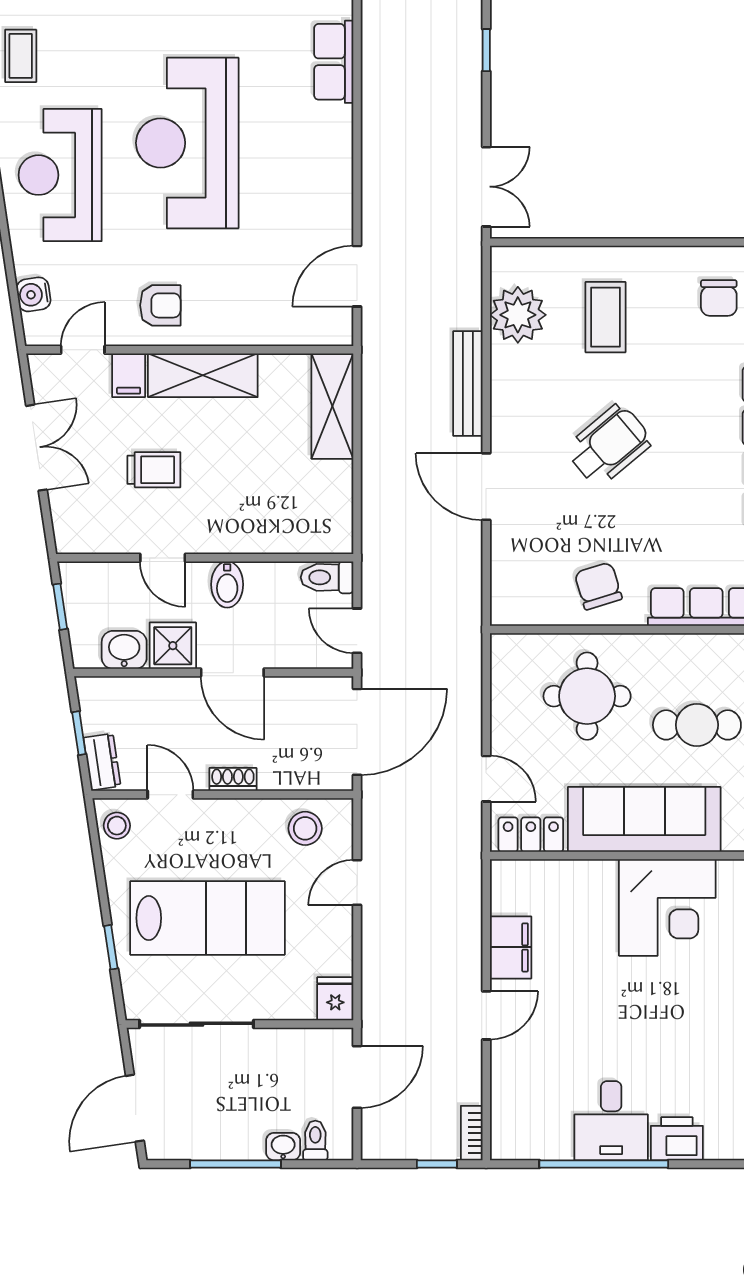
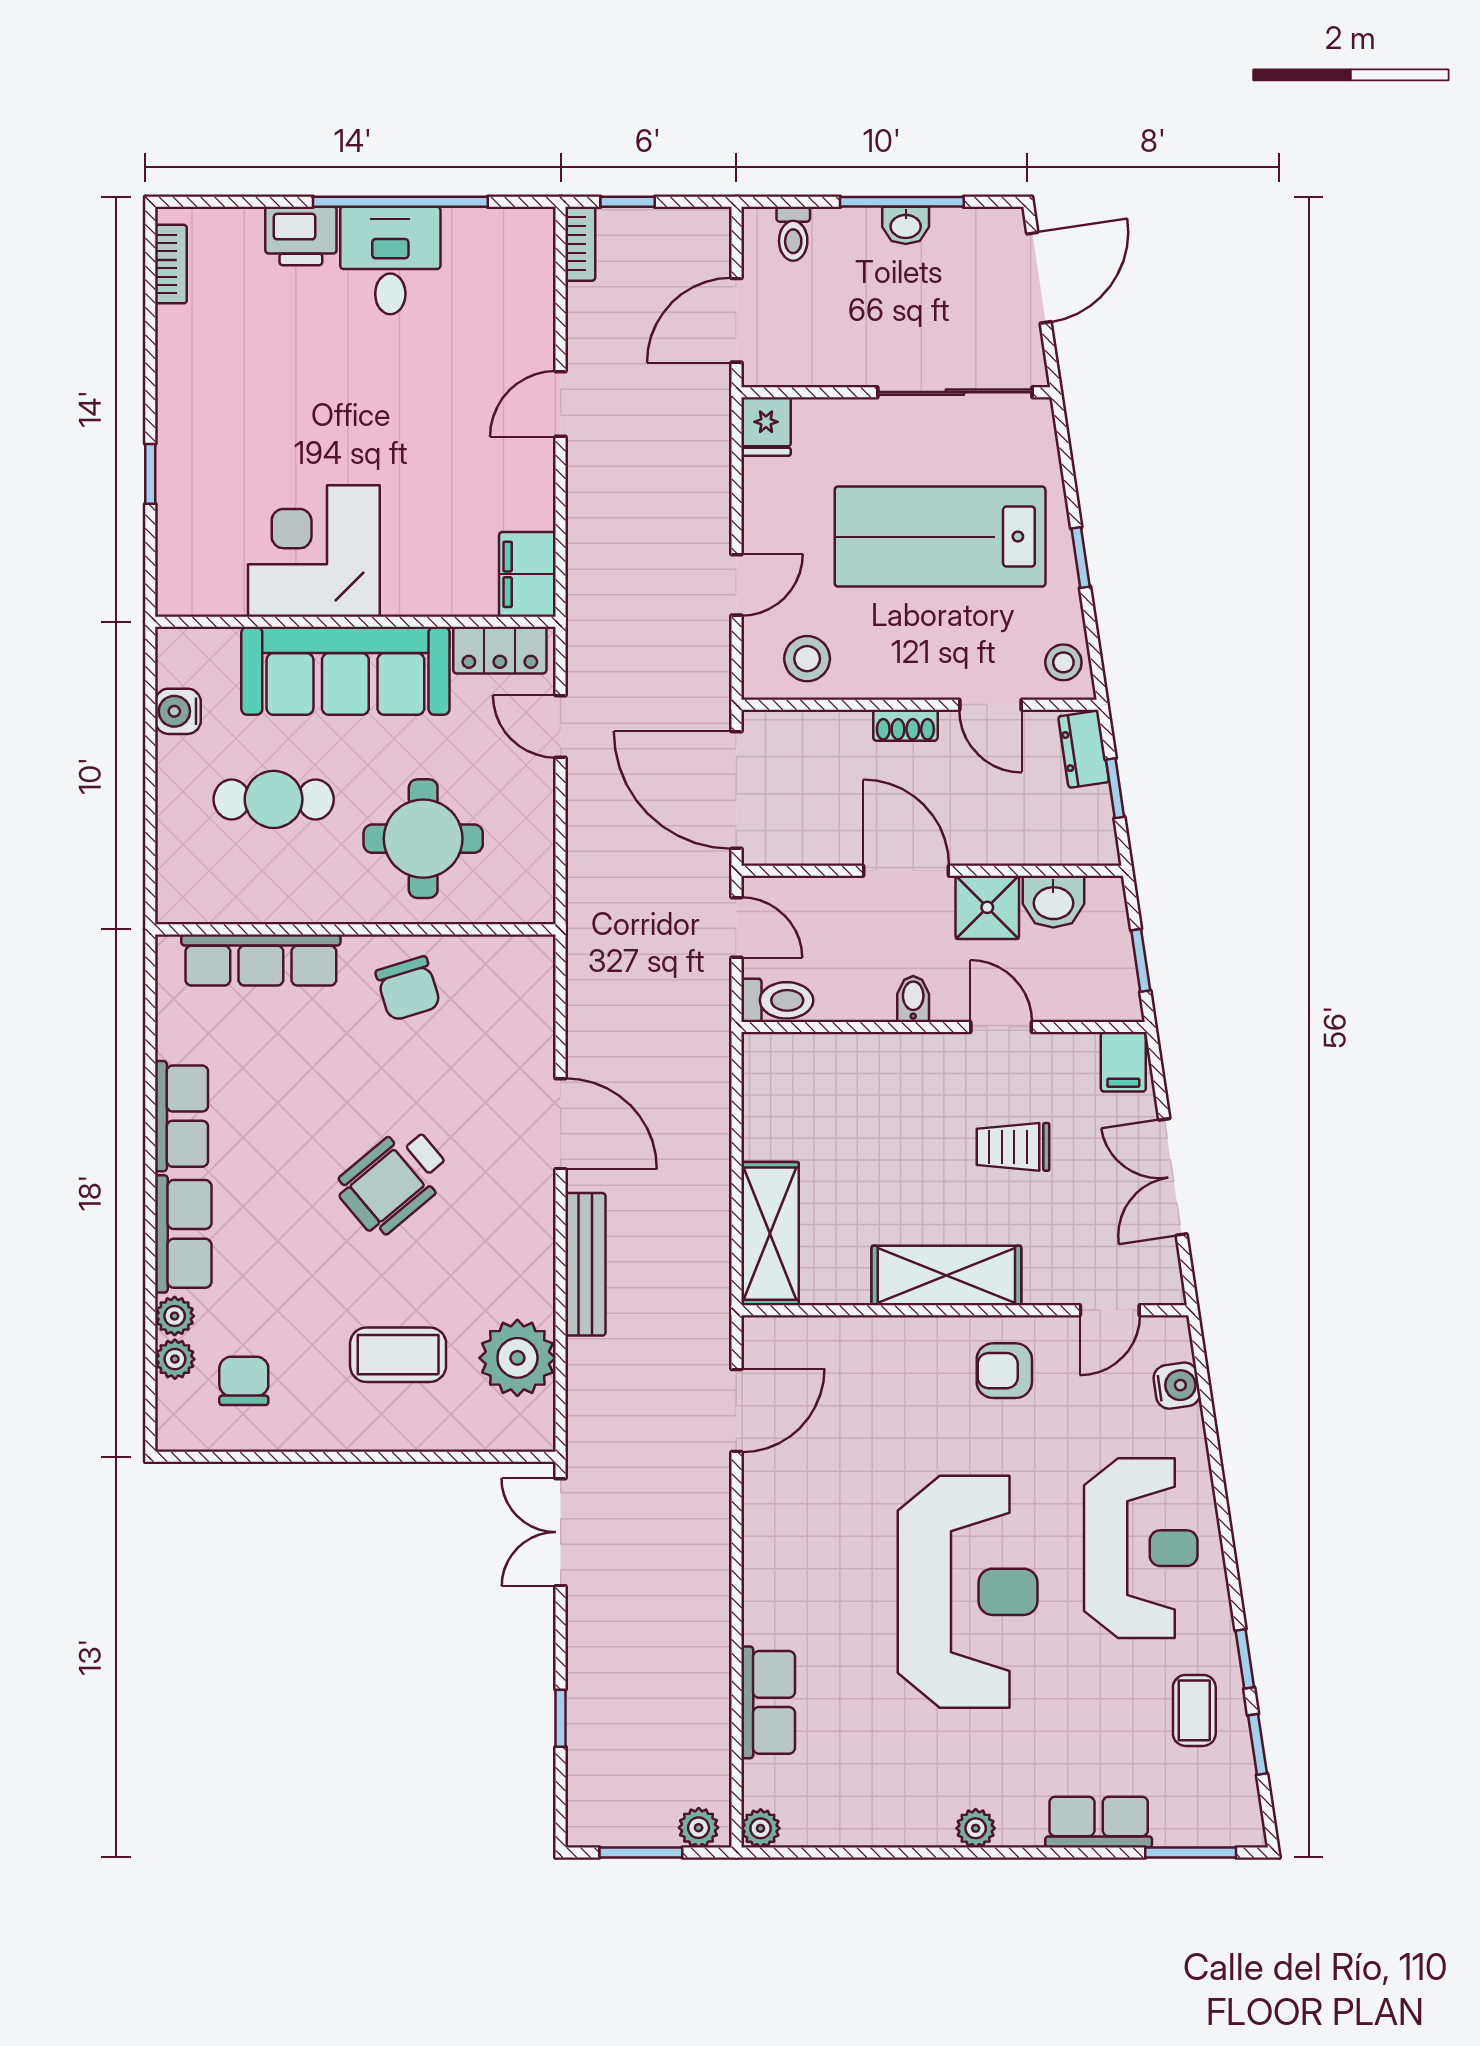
coffee table: (606, 317) -> (398, 1355), turned 90
filing cabinet: (129, 375) -> (1123, 1062), moved, turned 180
bidet: (227, 584) -> (913, 999), width x0.72, depth x0.74
door: (357, 732) -> (736, 790), hinge flipped
window: (111, 947) -> (1081, 558), moved
filing cabinet: (511, 947) -> (527, 574), moved
washbasin: (283, 1147) -> (906, 225), moved

